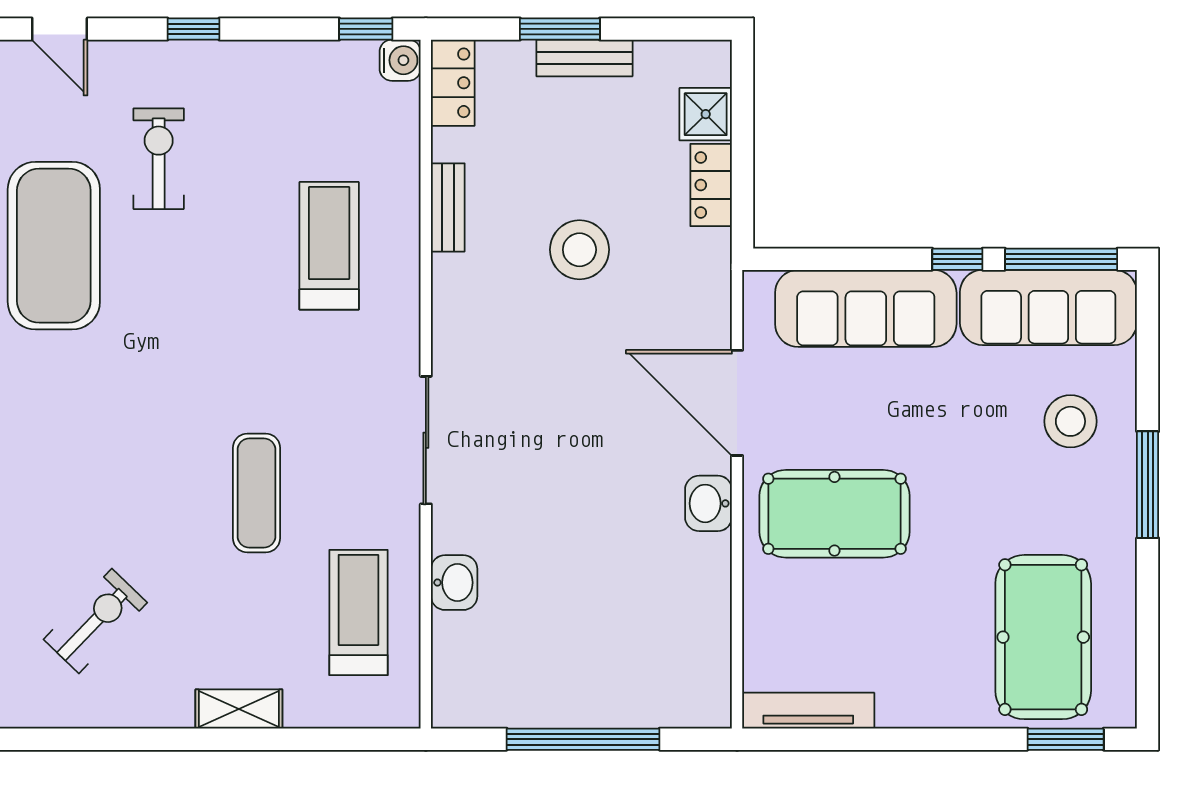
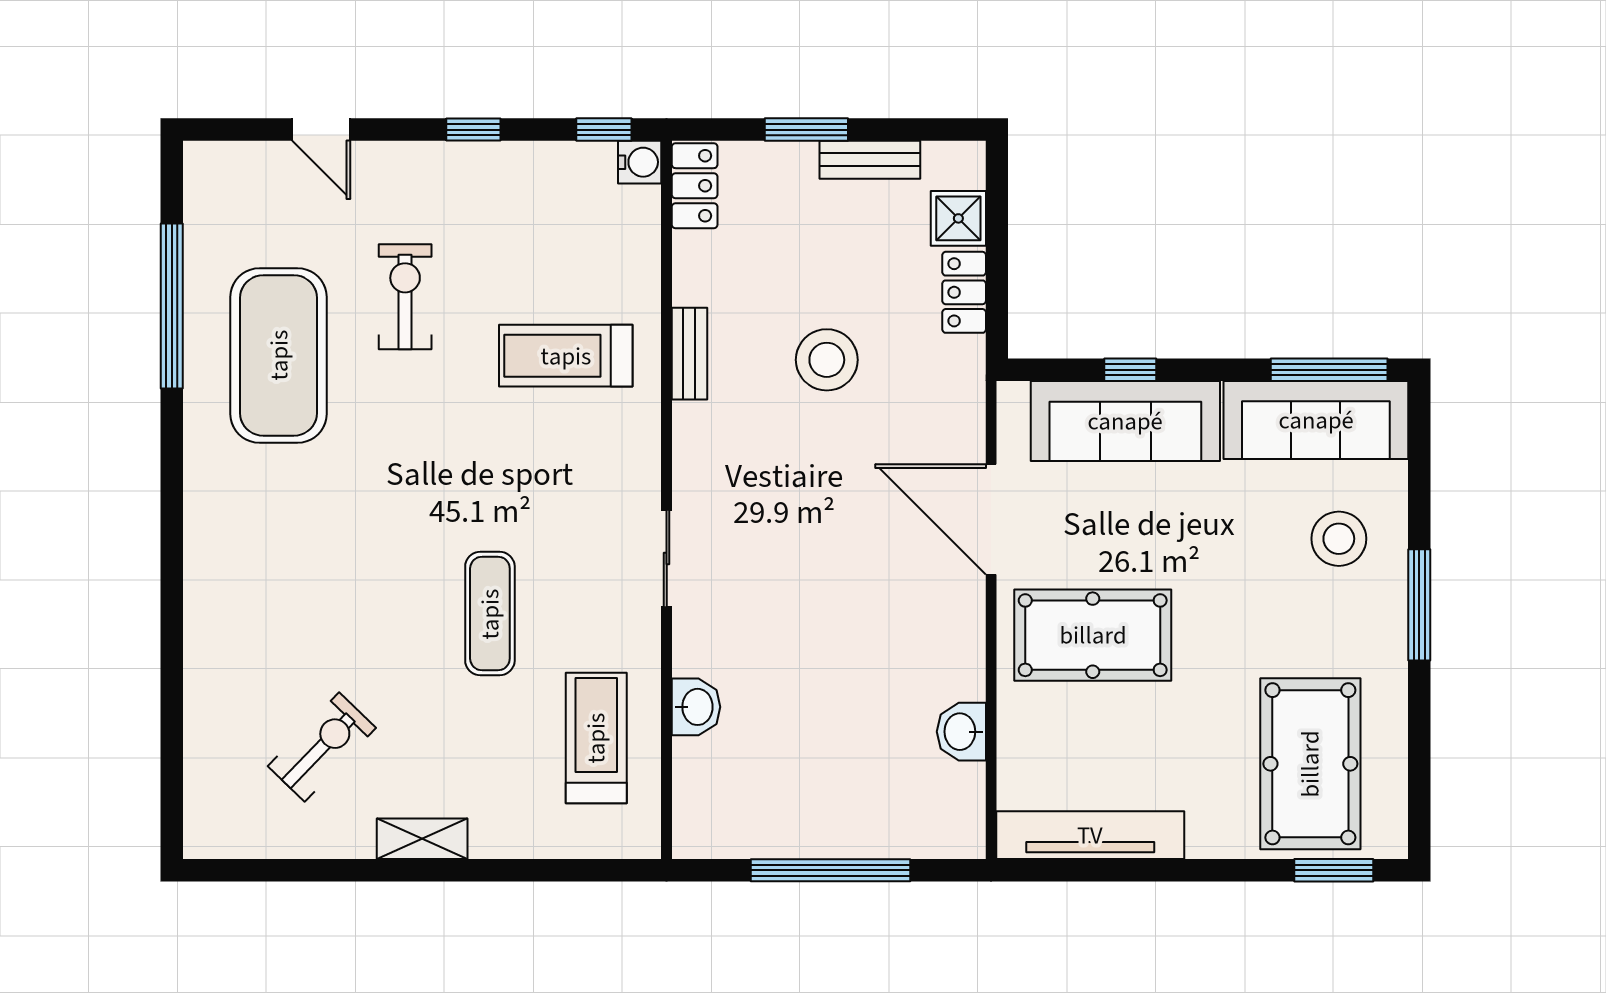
door: (60, 29) -> (321, 130), moved
window: (193, 29) -> (473, 130), moved
bench: (584, 58) -> (870, 160), moved
exercise bike: (159, 159) -> (405, 297), moved
bench: (448, 207) -> (689, 354), moved
treadmill: (329, 246) -> (566, 356), turned -90
window: (957, 259) -> (1130, 370), moved
sliding door: (426, 440) -> (667, 558), width x0.73
washbasin: (708, 503) -> (961, 732), moved
shelving: (239, 709) -> (422, 839), moved
tv unit: (808, 711) -> (1090, 835), width x1.36, depth x1.29

